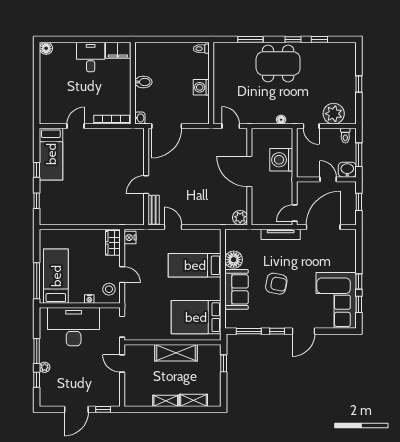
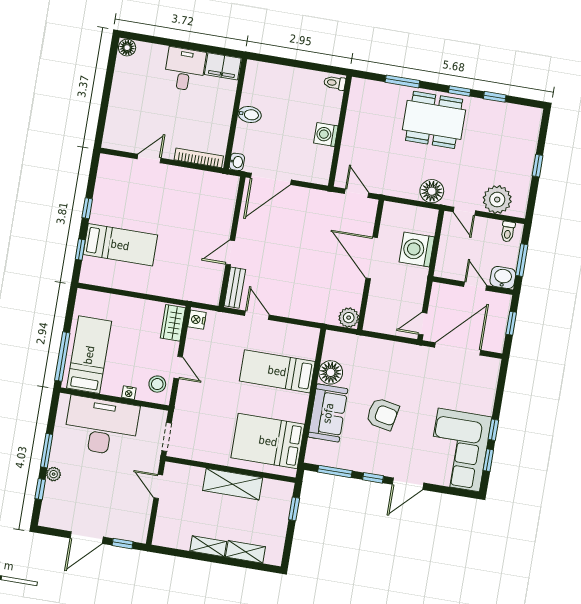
floor lamp: (281, 120) -> (432, 191), width x1.89, depth x1.89
bed: (51, 154) -> (120, 245), moved, turned -90
tv unit: (281, 234) -> (399, 349), removed

